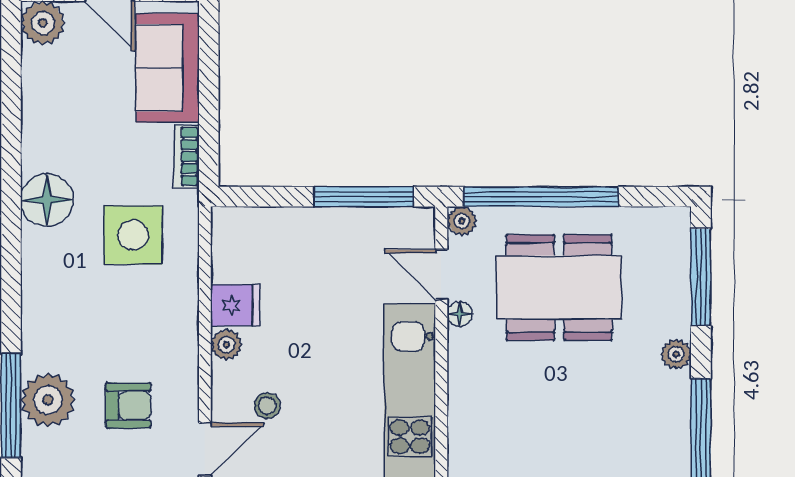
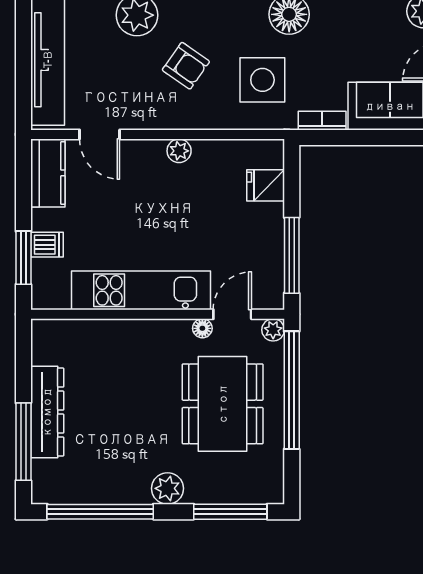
fridge: (235, 305) -> (266, 185), moved, turned 90
plant: (676, 354) -> (167, 488), width x1.38, depth x1.38
armchair: (128, 406) -> (186, 66), moved, turned -55
stool: (267, 406) -> (133, 182), removed

